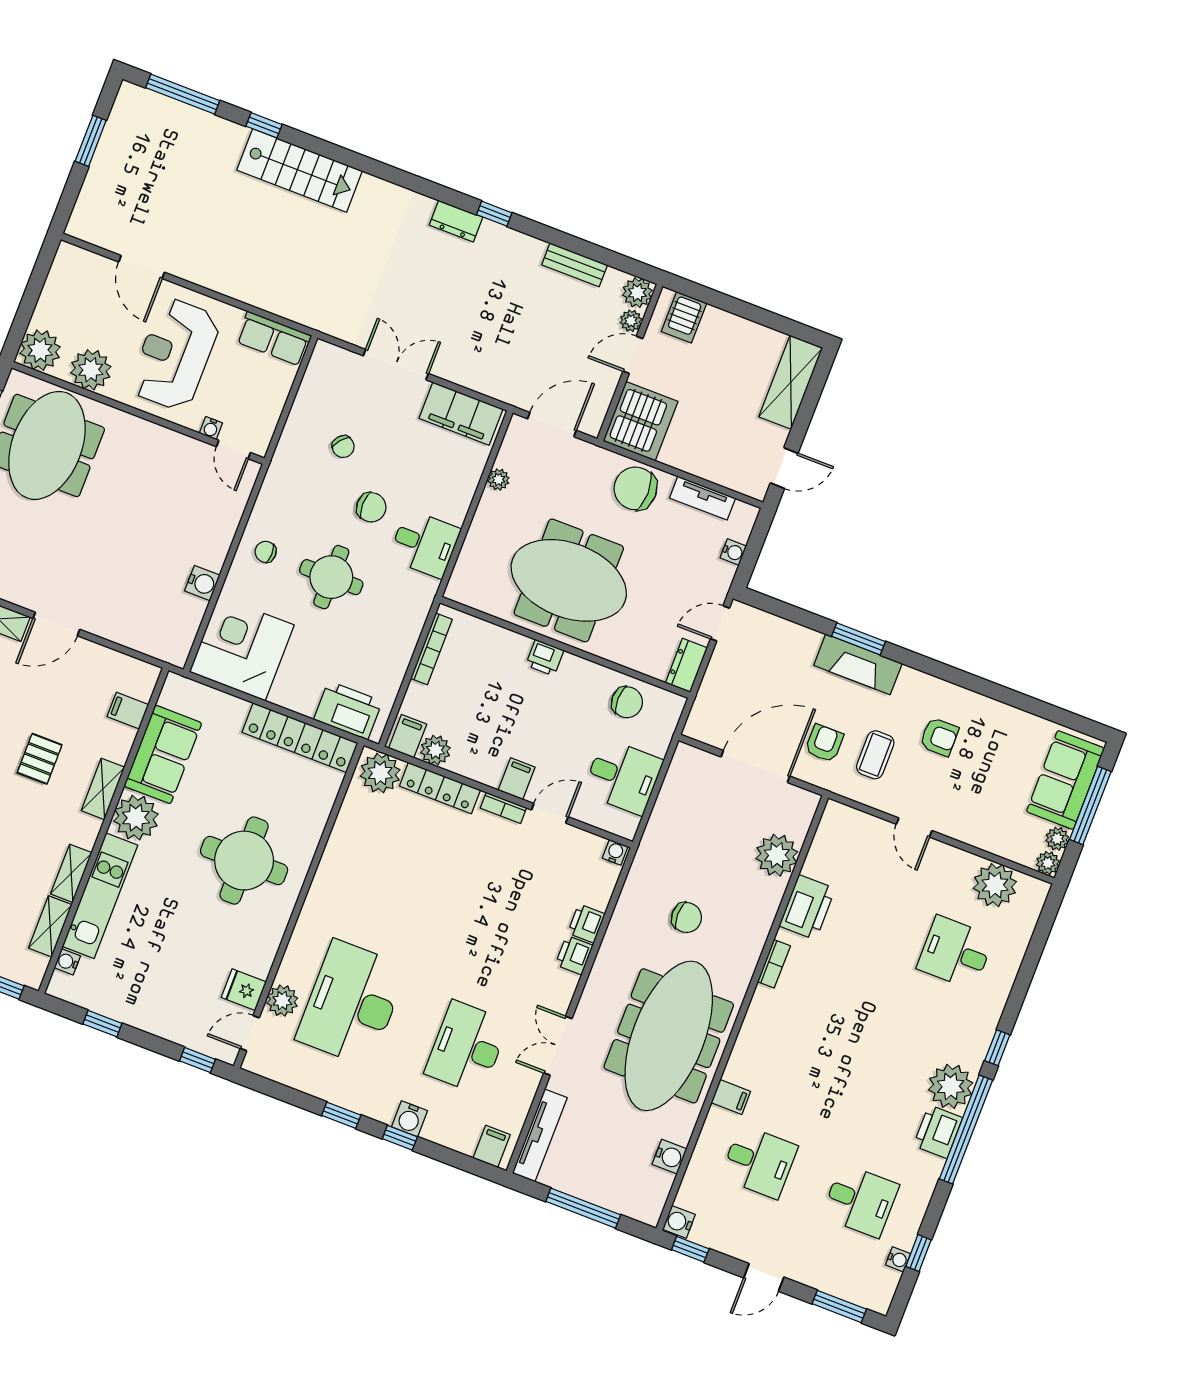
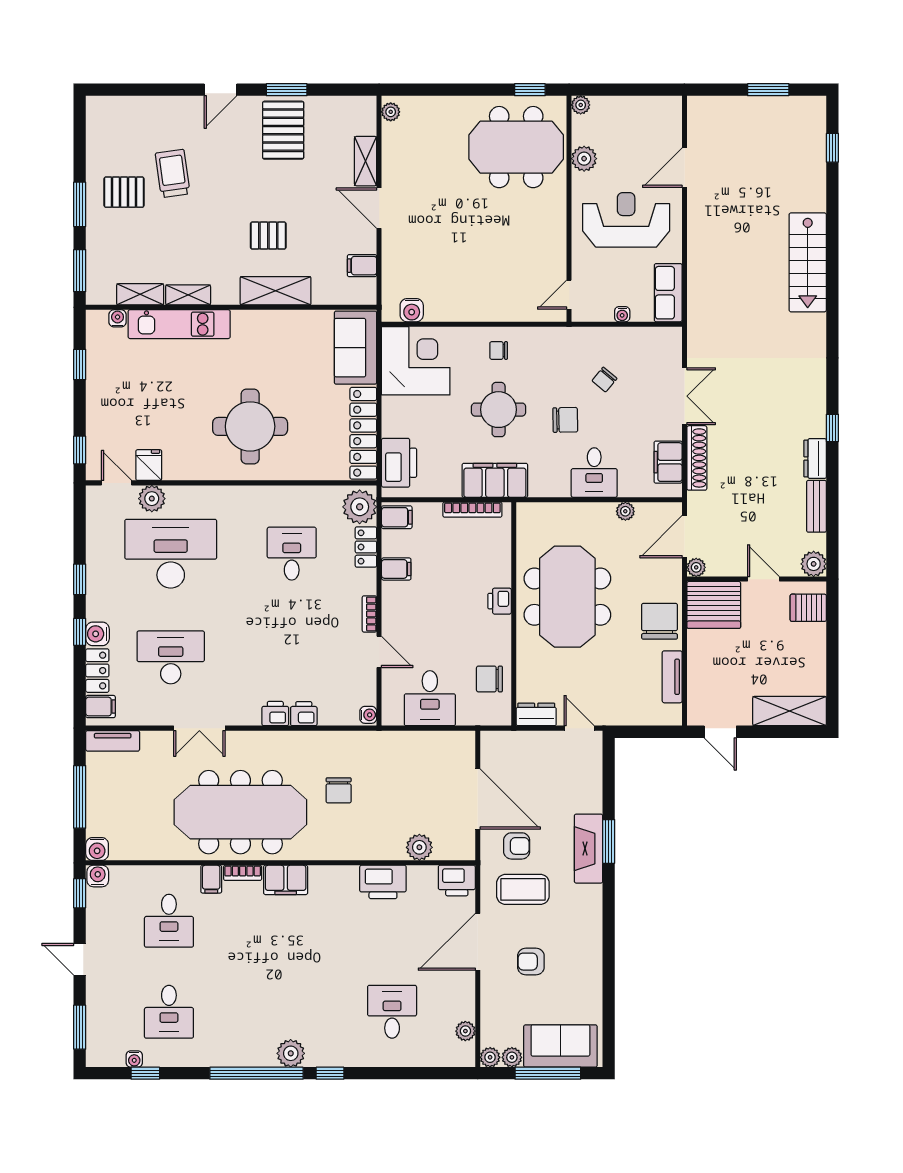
window: (183, 94) -> (832, 148), width x0.46
window: (264, 125) -> (832, 221), removed
dresser: (456, 221) -> (815, 458), moved
plant: (631, 321) -> (696, 567), moved
plant: (40, 350) -> (581, 105), width x0.53, depth x0.53
plant: (91, 370) -> (584, 159), width x0.73, depth x0.73
shoe rack: (470, 377) -> (697, 458), added
filing cabinet: (461, 414) -> (668, 462), width x0.67, depth x0.86
door: (552, 425) -> (684, 537), swing flipped
water cooler: (211, 428) -> (622, 314), moved, turned -90
chair: (371, 507) -> (565, 420), turned -91
desk: (424, 544) -> (594, 473), moved
chair: (266, 552) -> (499, 350), turned -90
water cooler: (733, 552) -> (639, 717), removed
water cooler: (202, 583) -> (412, 310), moved
filing cabinet: (408, 611) -> (495, 480), added
chair: (627, 702) -> (489, 679), turned 90
filing cabinet: (128, 711) -> (362, 266), moved, turned -90
armchair: (939, 737) -> (531, 962), moved, turned 90
plant: (435, 750) -> (394, 543), removed
sofa: (163, 754) -> (356, 348), moved, turned 90
coffee table: (875, 755) -> (523, 889), width x1.36, depth x1.30
filing cabinet: (517, 779) -> (396, 569), moved
locker: (440, 788) -> (366, 547), width x0.66
shelving: (103, 789) -> (276, 291), width x1.50, depth x1.33
plant: (136, 818) -> (251, 329), removed
door: (914, 827) -> (478, 942), width x1.88
plant: (777, 855) -> (419, 847), width x0.73, depth x0.73
desk: (403, 869) -> (292, 554), added
plant: (995, 885) -> (465, 1031), width x0.53, depth x0.53
bookcase: (774, 964) -> (243, 873), moved
filing cabinet: (763, 1015) -> (286, 880), added
double door: (558, 1046) -> (199, 728), swing flipped
plant: (951, 1086) -> (291, 1053), width x0.73, depth x0.73
printer: (938, 1132) -> (457, 881), moved, turned 180
locker: (450, 1135) -> (97, 671), added
tv unit: (540, 1135) -> (113, 741), width x0.71
water cooler: (669, 1157) -> (97, 849), moved

